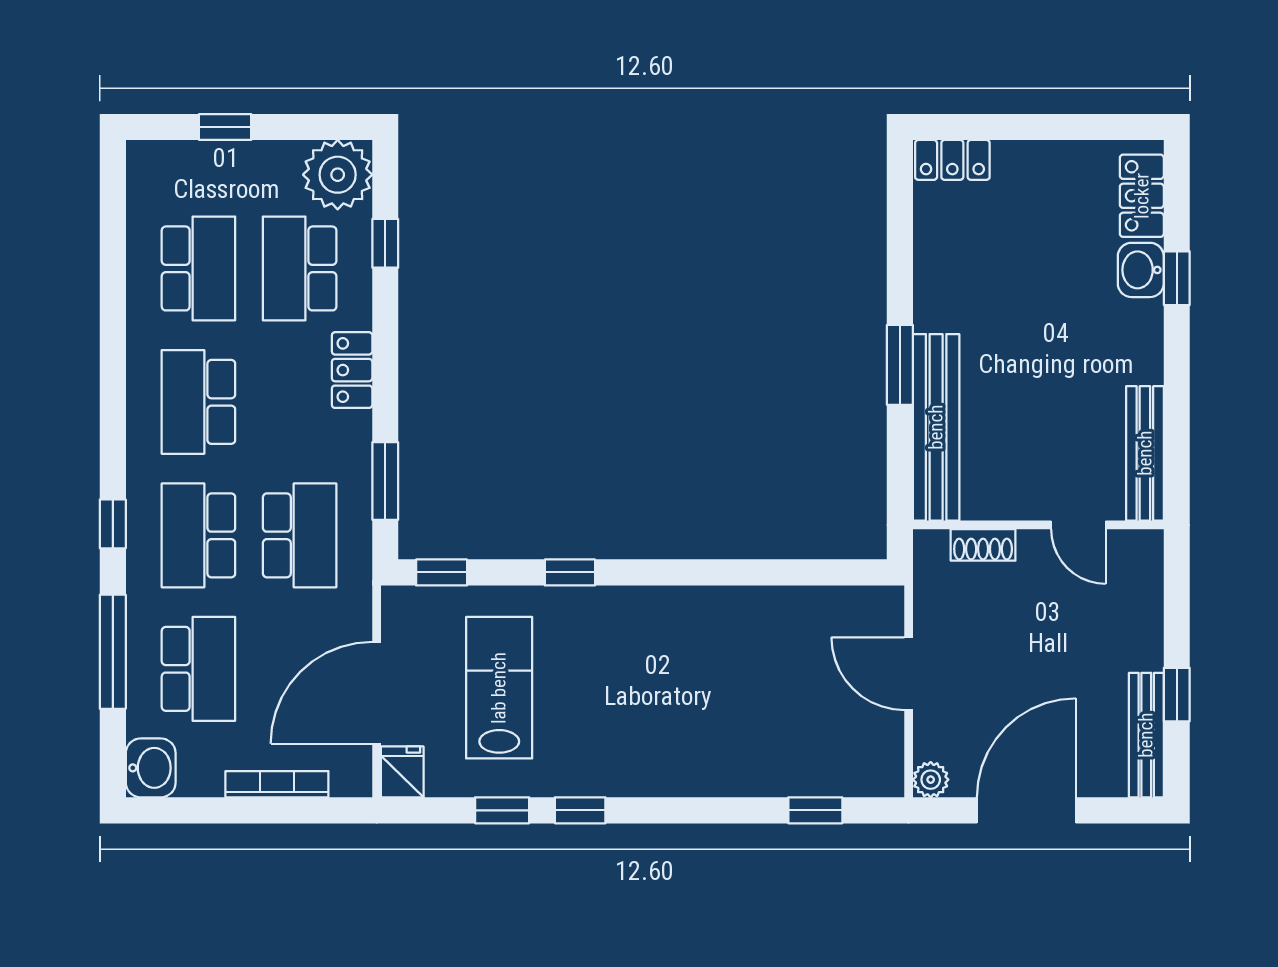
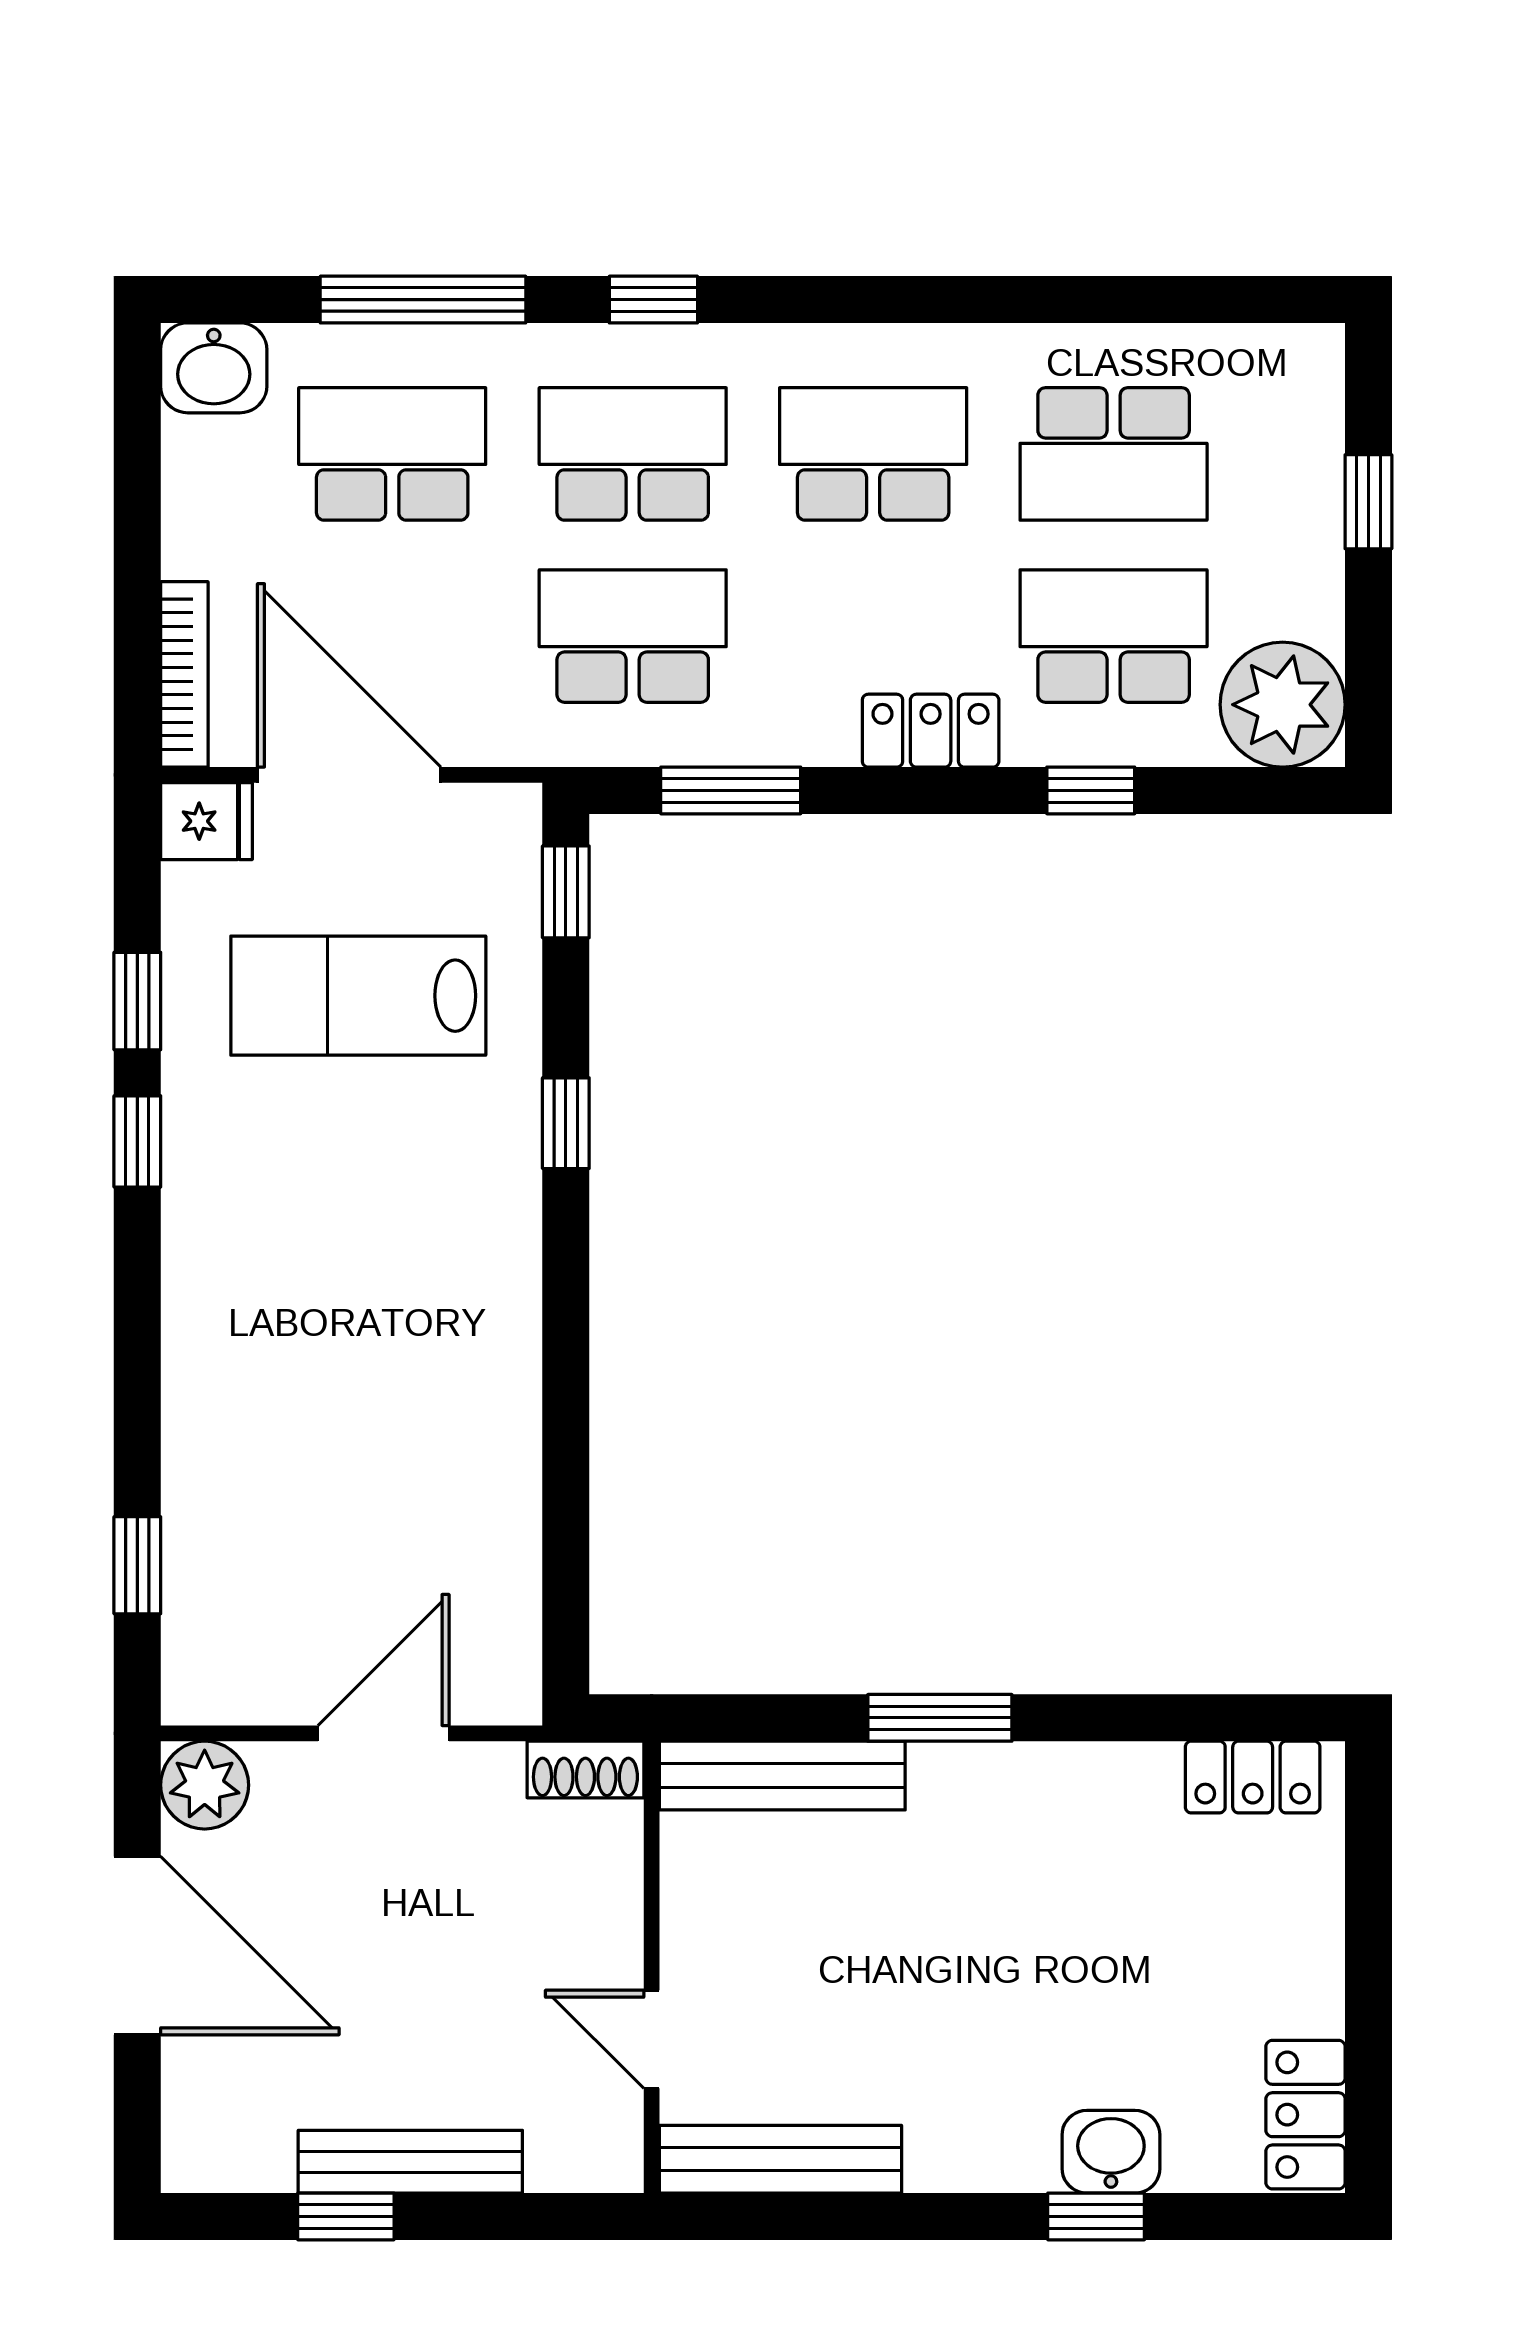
locker: (952, 160) -> (1253, 1777), moved, turned -90
locker: (1142, 196) -> (1305, 2115), moved, turned -90
window: (385, 243) -> (1091, 790), moved
bench: (936, 427) -> (782, 1776), width x0.73, depth x0.82
door: (1078, 525) -> (652, 2039), hinge flipped
school desk: (300, 535) -> (633, 636), turned 180
shoe rack: (983, 545) -> (585, 1769), moved, turned -90
school desk: (198, 669) -> (392, 454), turned 180
lab bench: (499, 688) -> (358, 996), turned 180
bench: (1146, 735) -> (410, 2162), moved
plant: (931, 780) -> (205, 1785), width x1.38, depth x1.38
bookcase: (277, 784) -> (184, 674), moved

